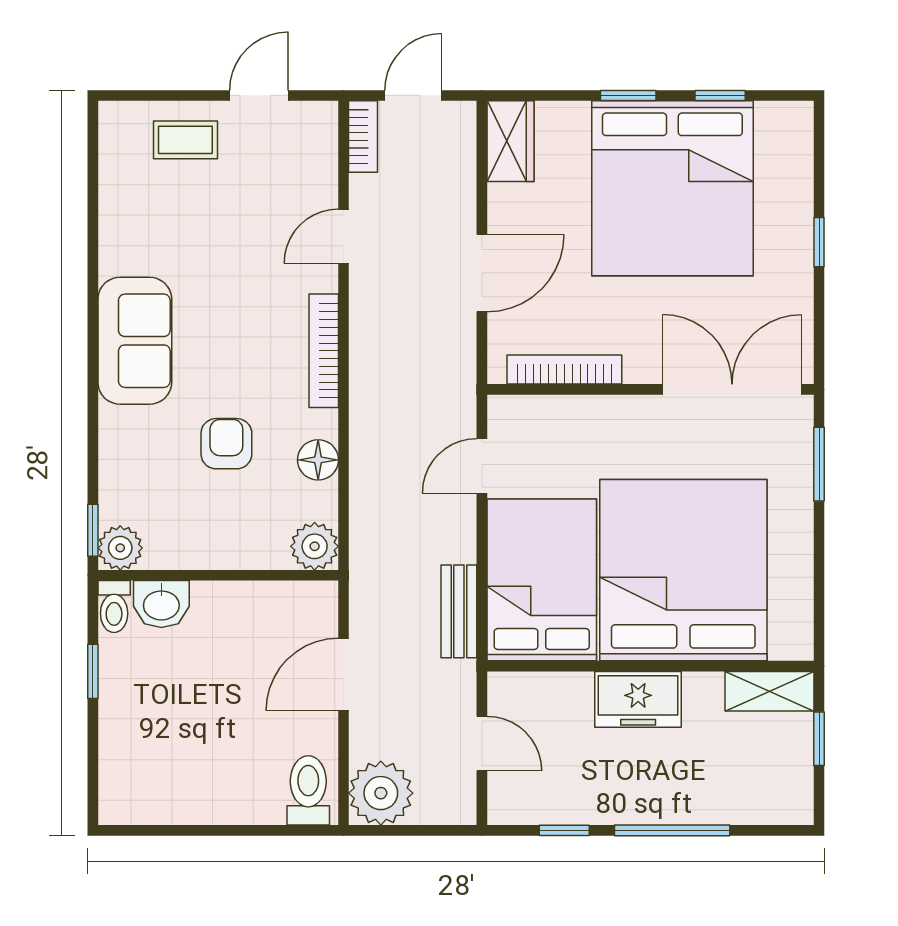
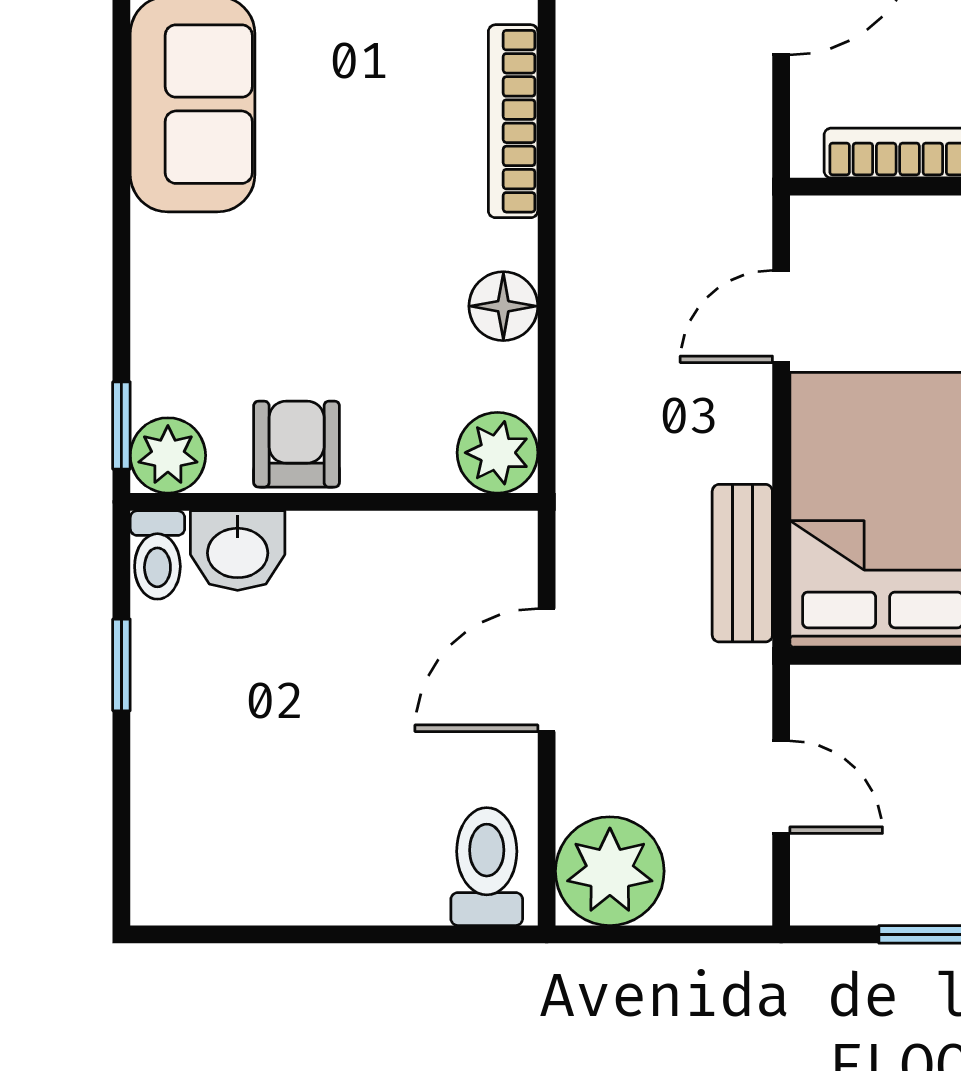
armchair: (226, 444) -> (297, 444), moved

